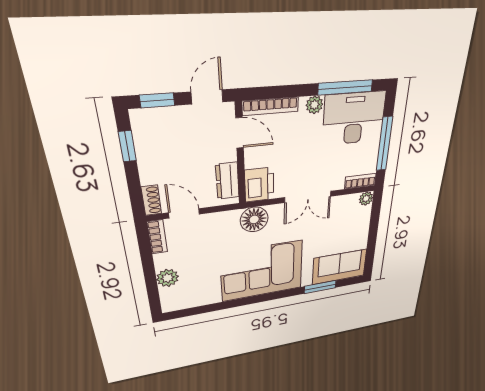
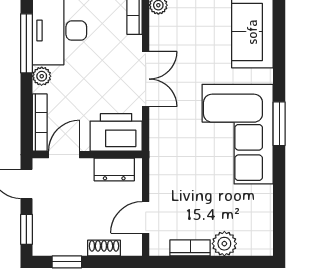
printer: (259, 185) -> (116, 132), width x1.37, depth x1.19
shoe rack: (151, 200) -> (104, 248), moved
floor lamp: (254, 219) -> (165, 142), removed
bookcase: (157, 237) -> (190, 248), moved
window: (320, 287) -> (279, 124), moved

